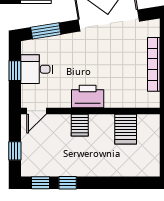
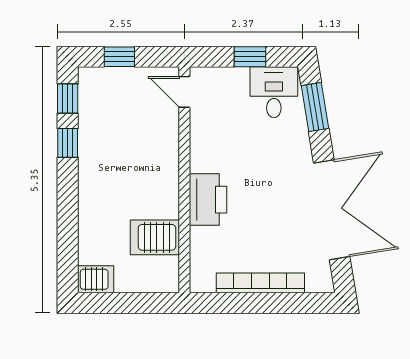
desk: (37, 69) -> (274, 92), moved
printer: (88, 96) -> (208, 200), moved
server rack: (80, 125) -> (96, 279), moved, turned 180

